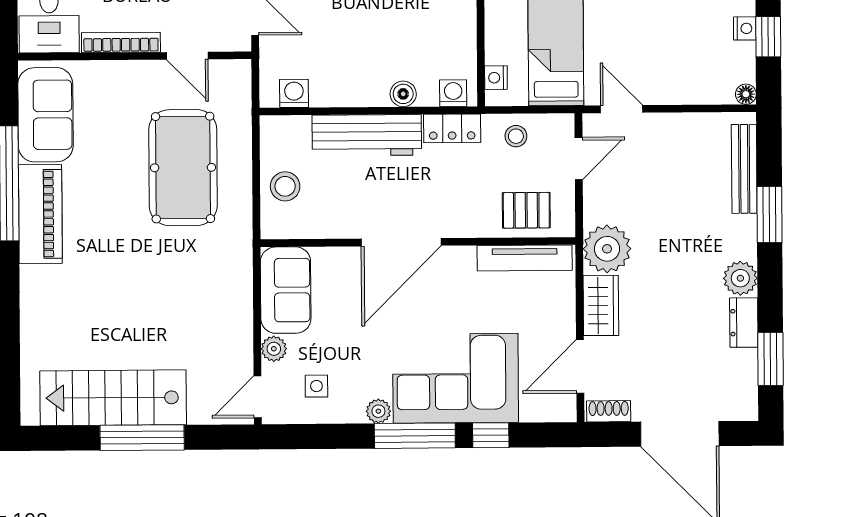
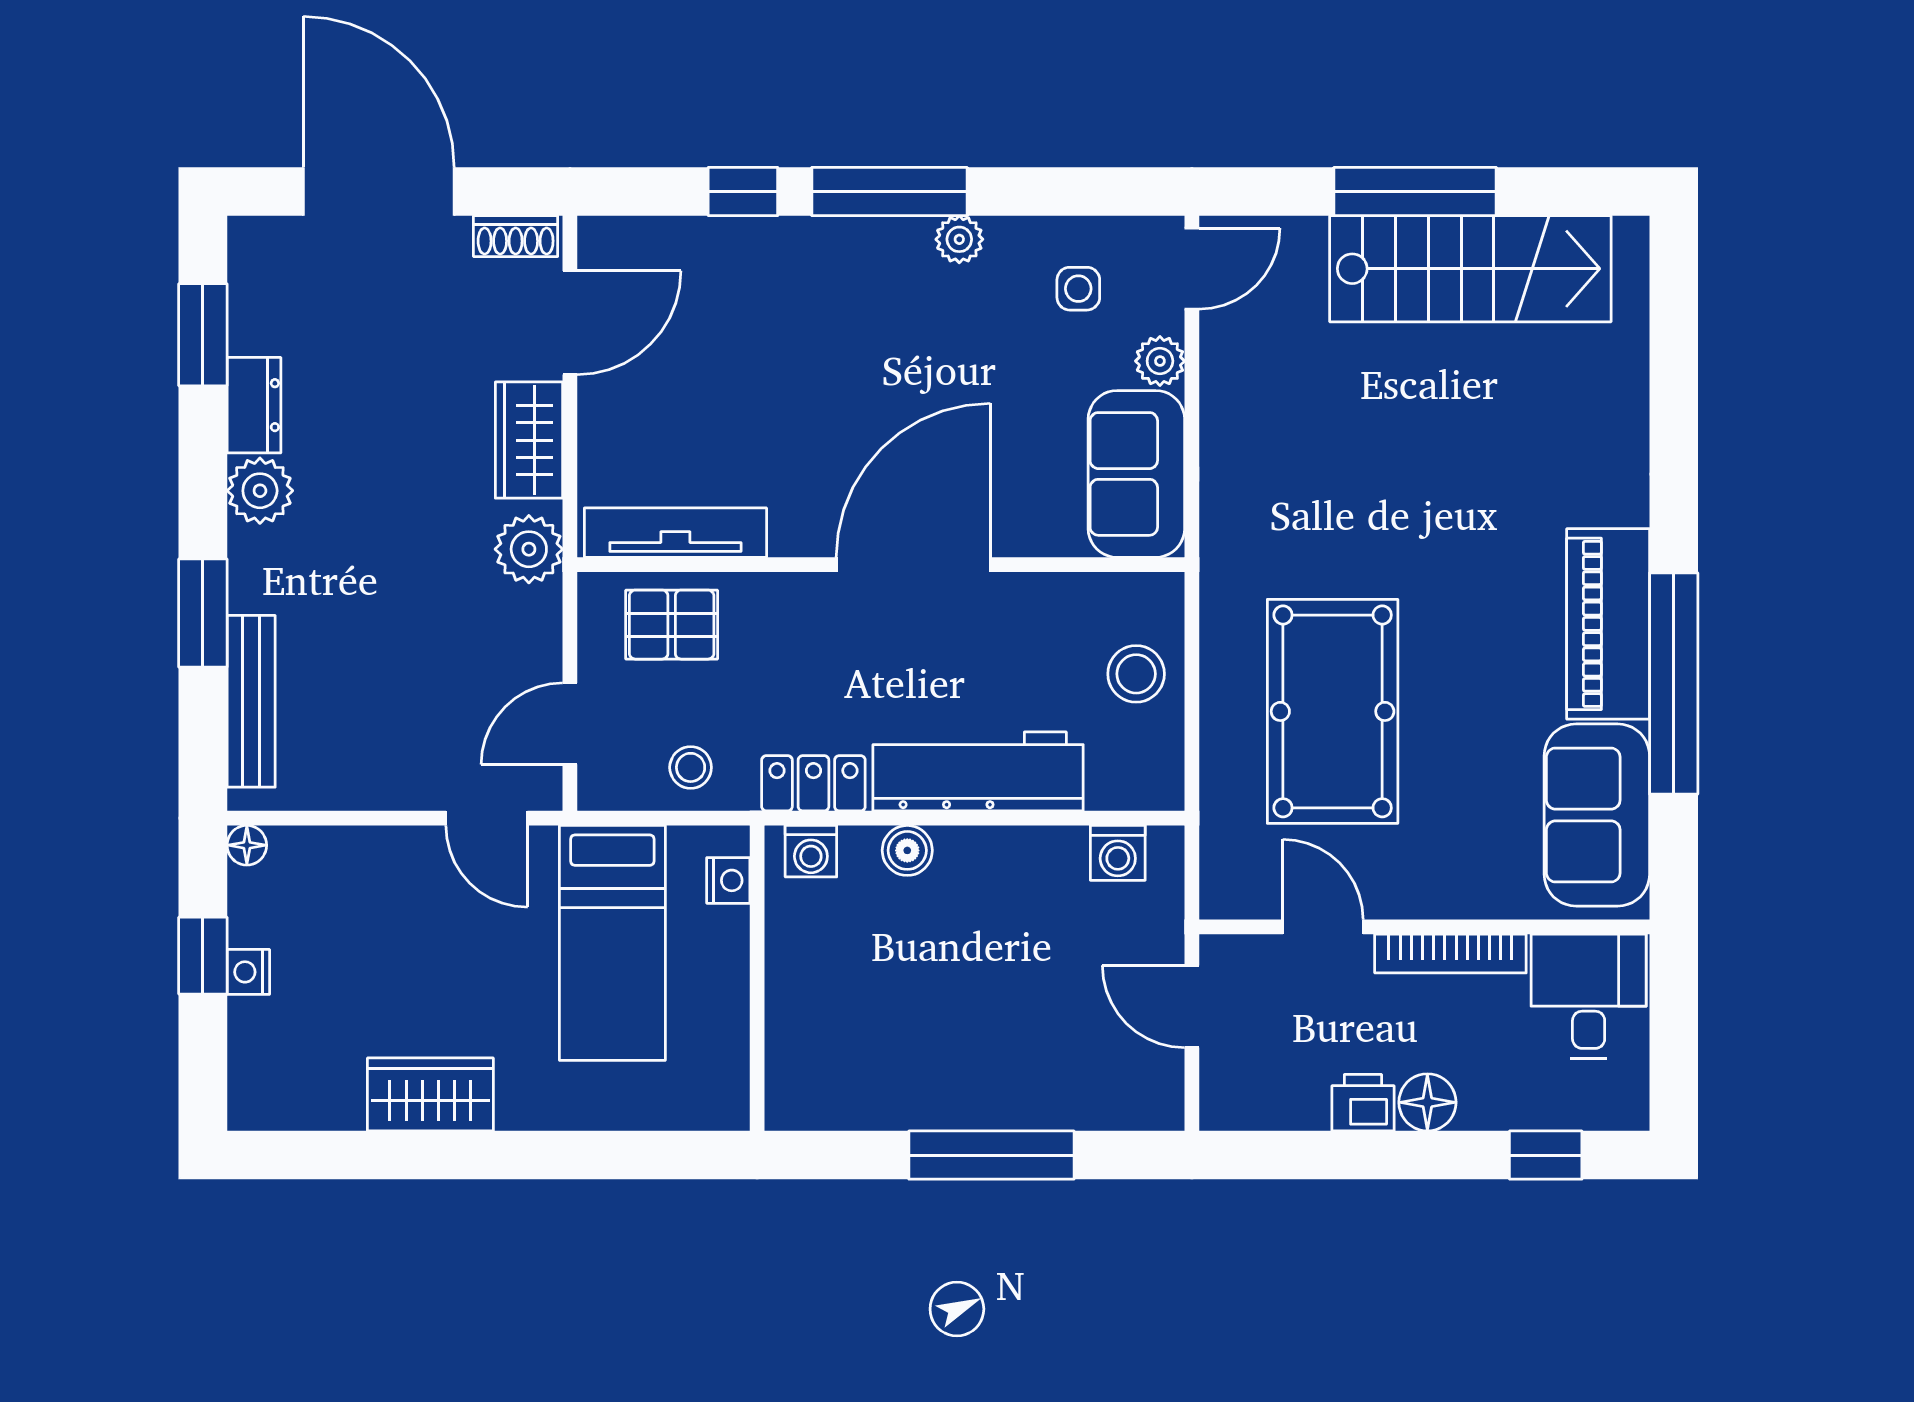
plant: (607, 249) -> (529, 549), width x0.73, depth x0.73
corner sofa: (456, 378) -> (810, 302), removed

